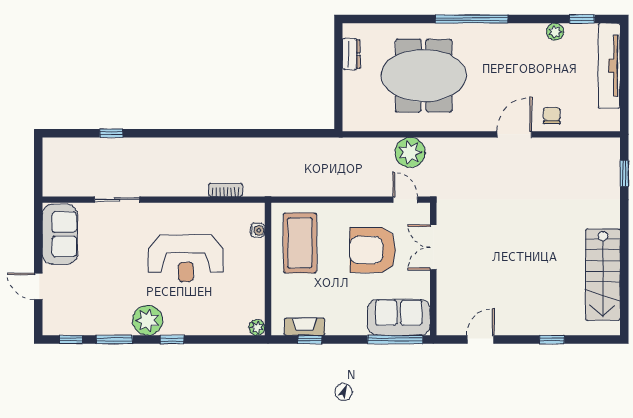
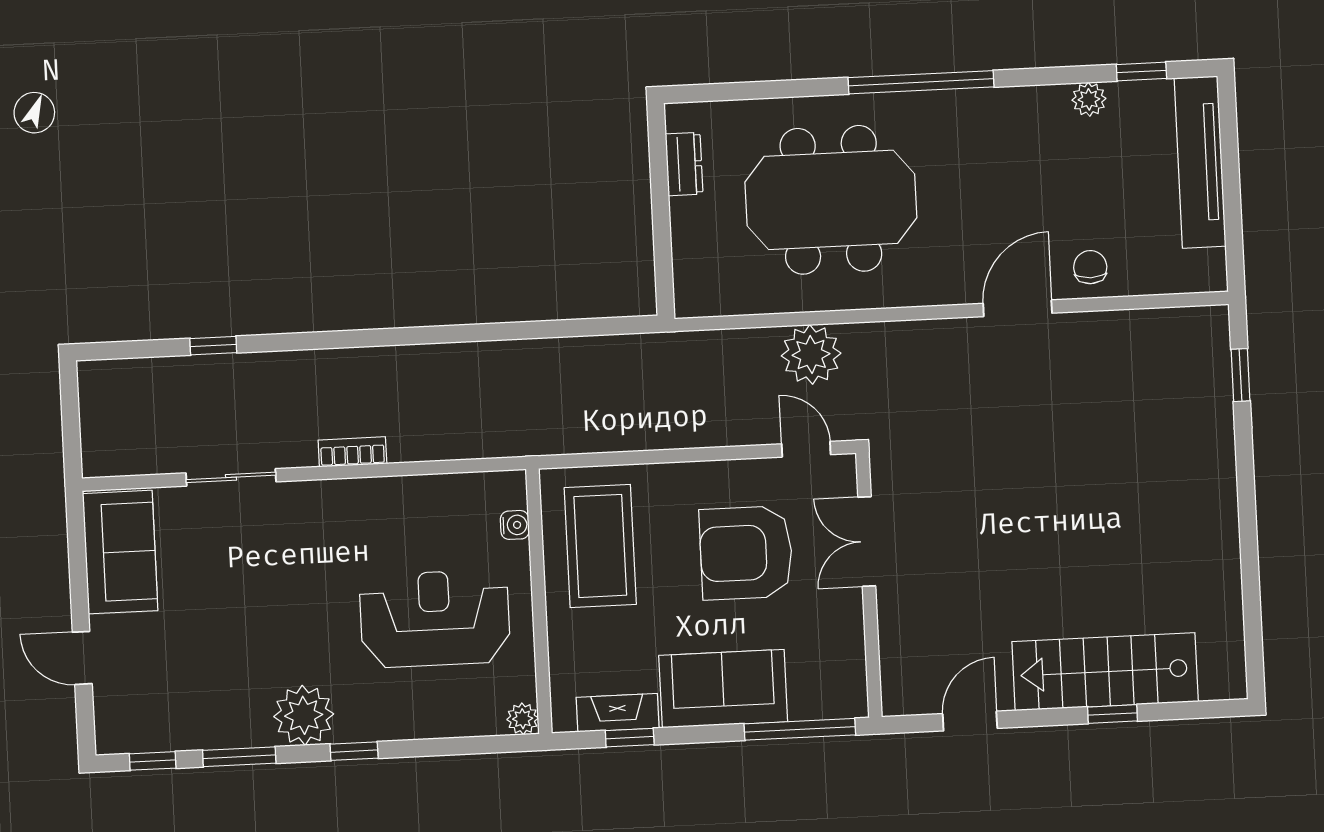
bookcase: (226, 190) -> (352, 452), moved
reception desk: (186, 258) -> (435, 619), moved, turned 180
stairs: (603, 275) -> (1105, 672), moved, turned 90
sofa: (399, 317) -> (723, 689), moved

